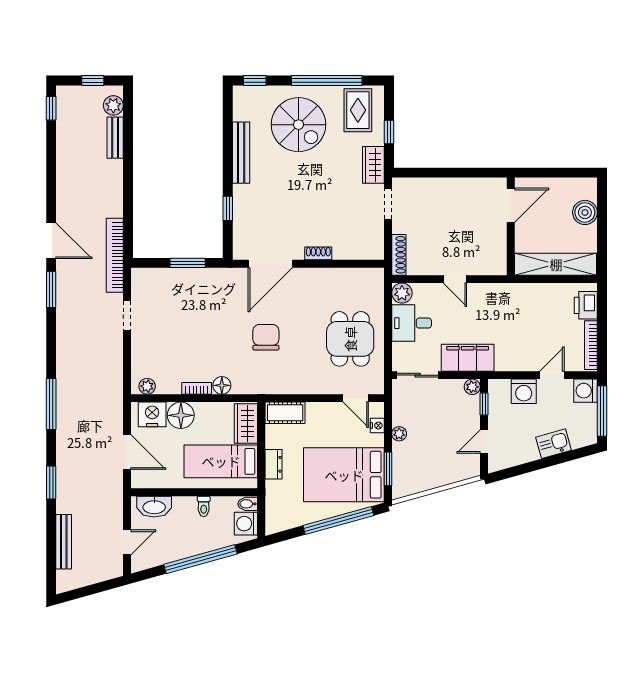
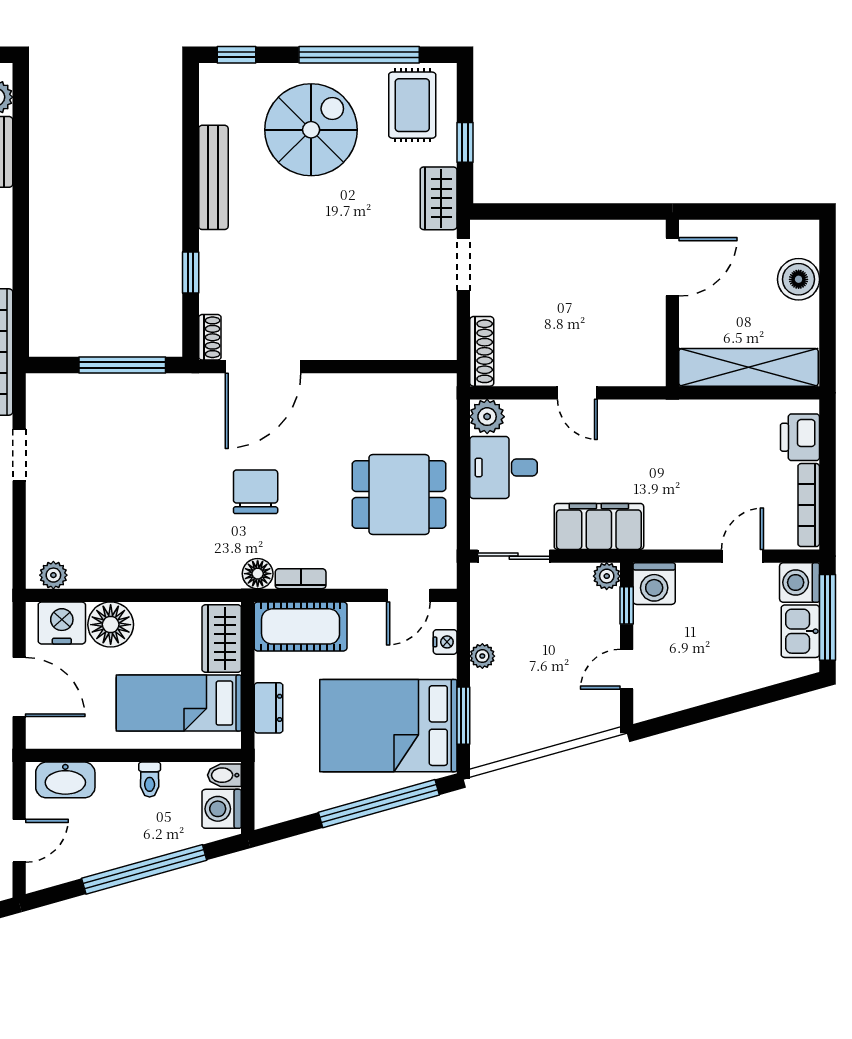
spiral stairs: (299, 125) -> (311, 130), turned -90
shoe rack: (318, 253) -> (210, 337), moved, turned 90
window: (188, 263) -> (122, 365), width x1.44
dining table: (350, 339) -> (399, 495), turned 90
floor lamp: (222, 385) -> (258, 574), moved
bookcase: (197, 388) -> (301, 579), moved
washing machine: (524, 391) -> (654, 584), moved
door: (356, 398) -> (408, 595), hinge flipped
cot: (285, 413) -> (301, 626), width x1.37, depth x1.34
kitchen sink: (554, 444) -> (800, 631), moved, turned -74

